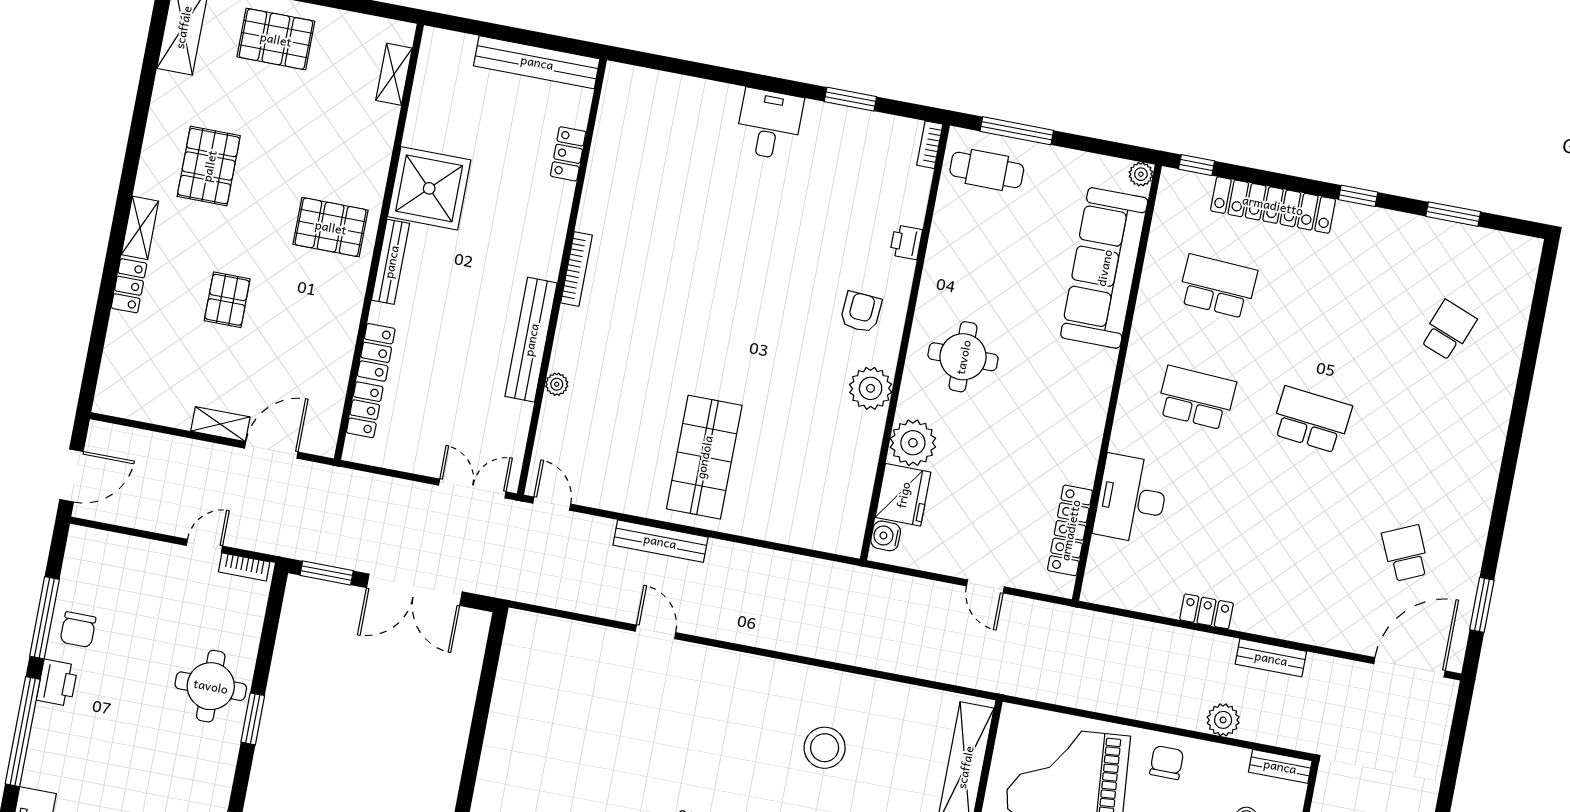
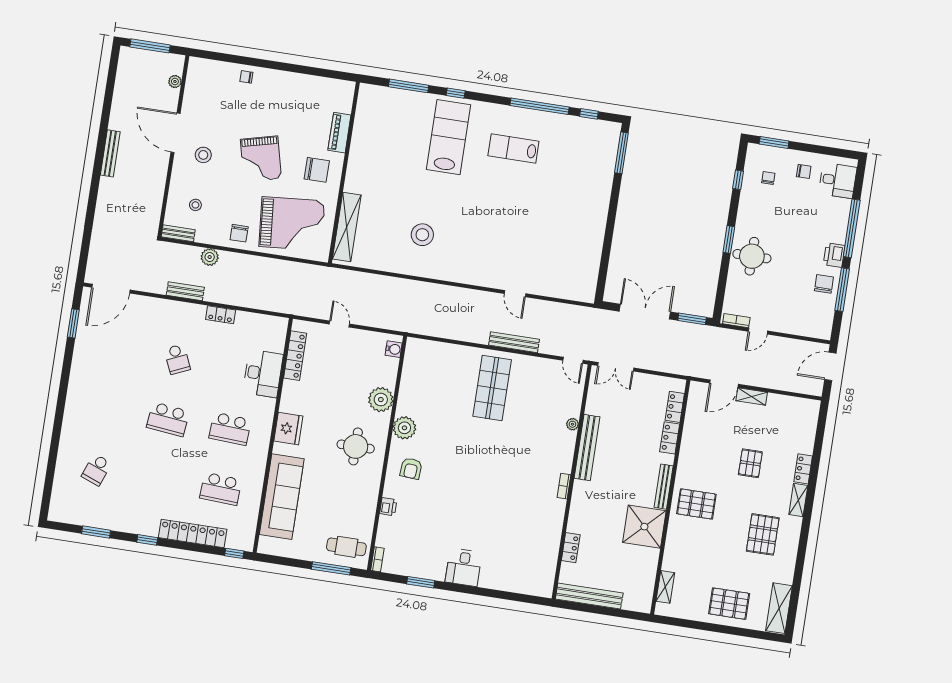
plant: (1141, 174) -> (264, 547), removed
bookcase: (577, 269) -> (564, 486), width x0.64
fridge: (903, 495) -> (288, 429), moved, turned 180
school desk: (1406, 553) -> (177, 359), moved

